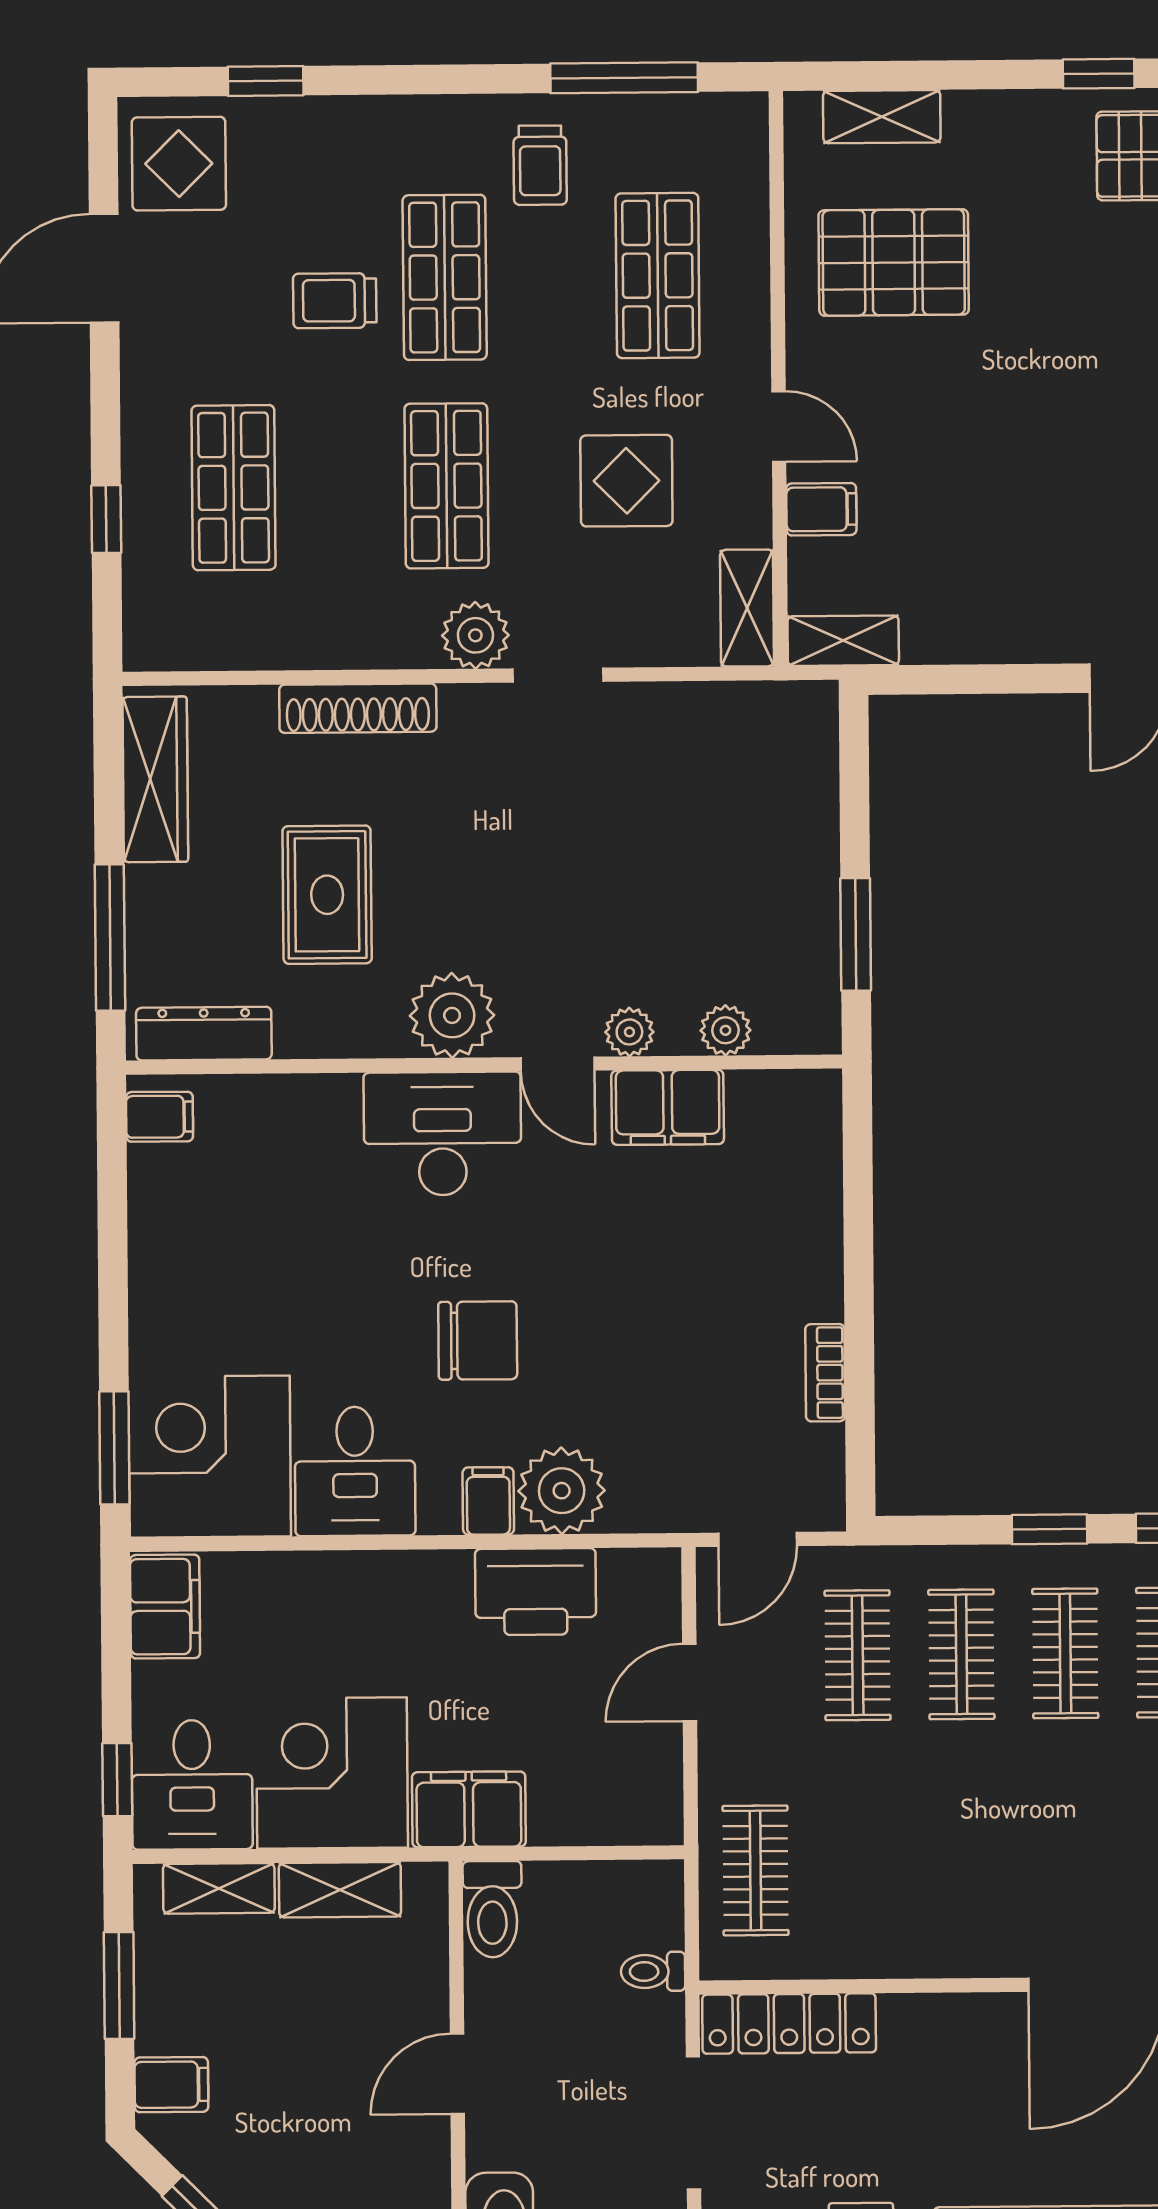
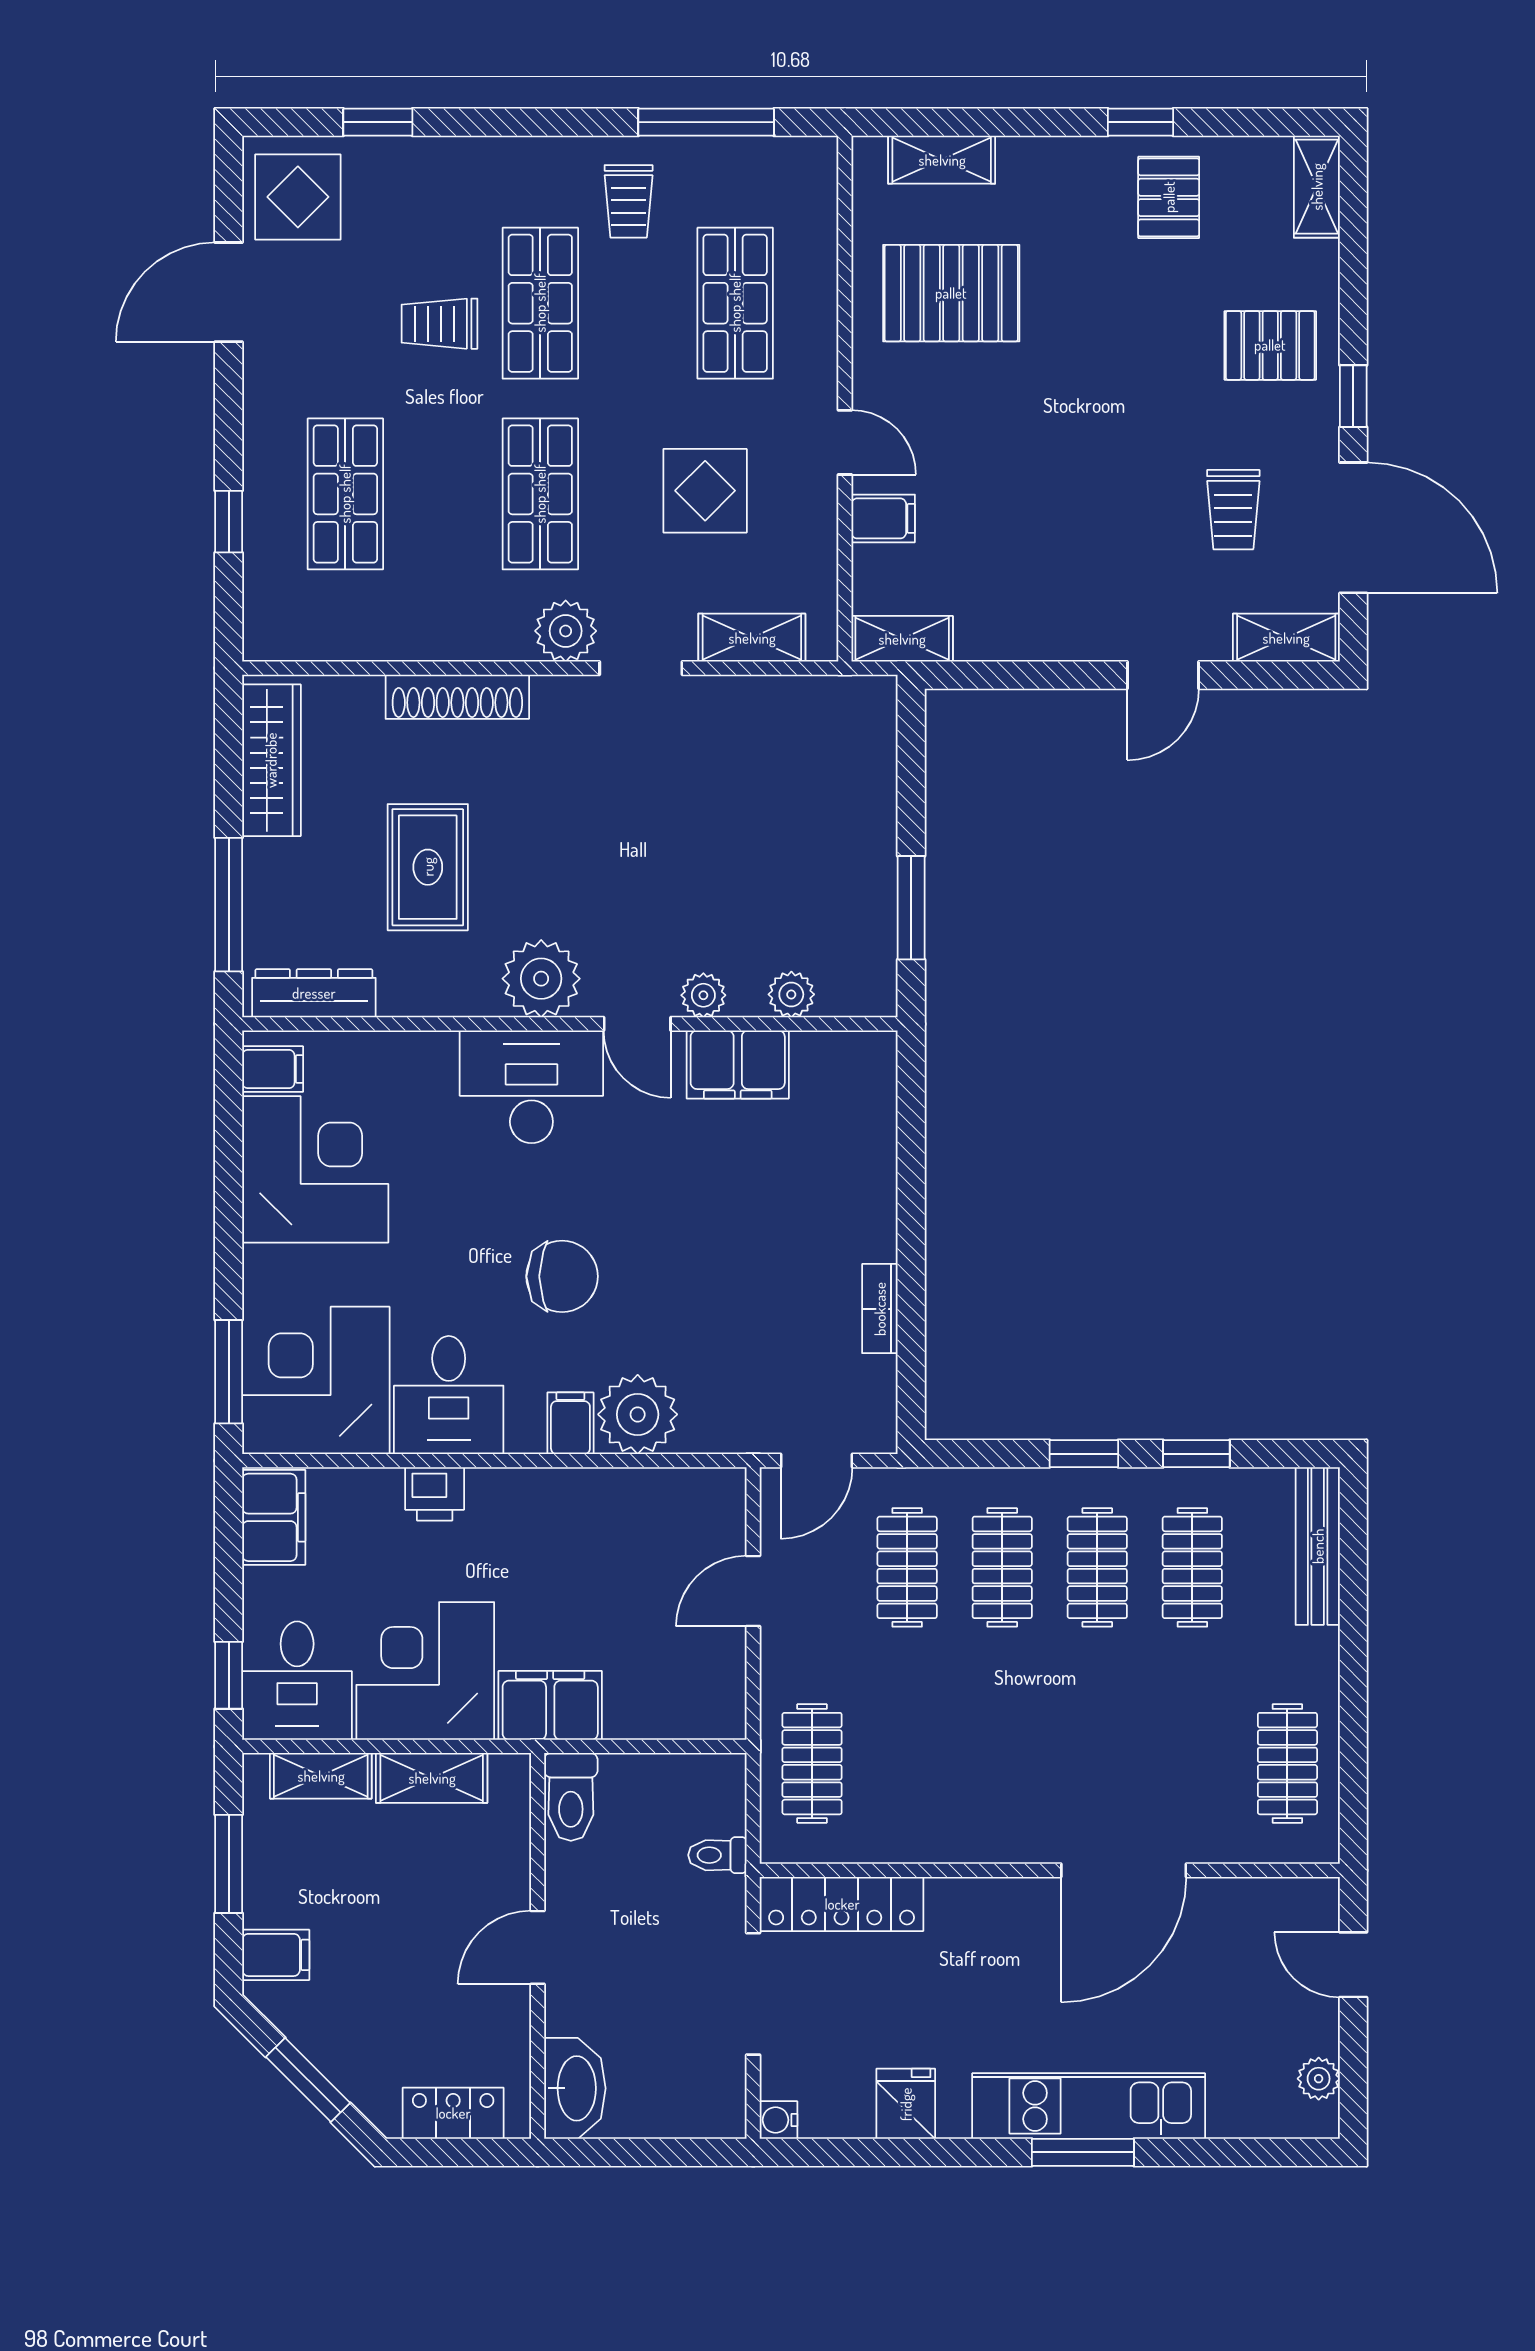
shelving: (747, 608) -> (752, 638), moved, turned 90
corner desk: (207, 1226) -> (315, 1169), added
printer: (536, 1592) -> (435, 1494), moved, width x0.53, depth x0.68

